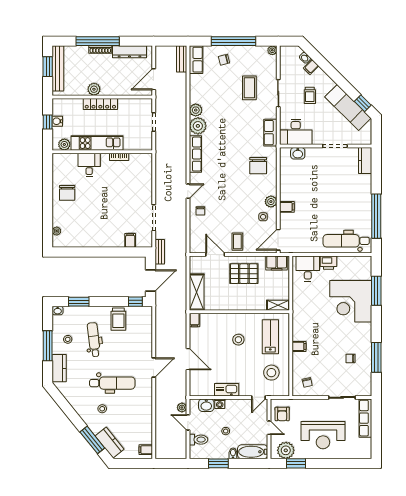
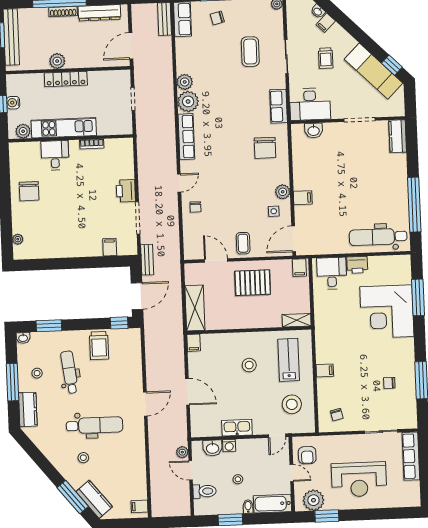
printer: (145, 196) -> (126, 191), added
filing cabinet: (277, 263) -> (299, 268), width x0.50

